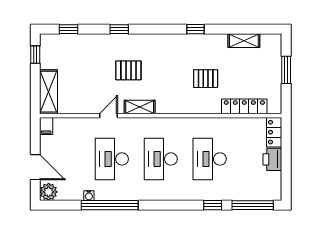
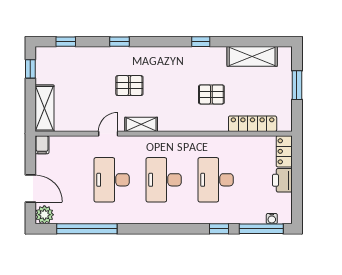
shelving: (244, 41) -> (252, 56), width x1.50, depth x1.33
water cooler: (89, 196) -> (272, 219), moved
window: (110, 205) -> (87, 229), moved

